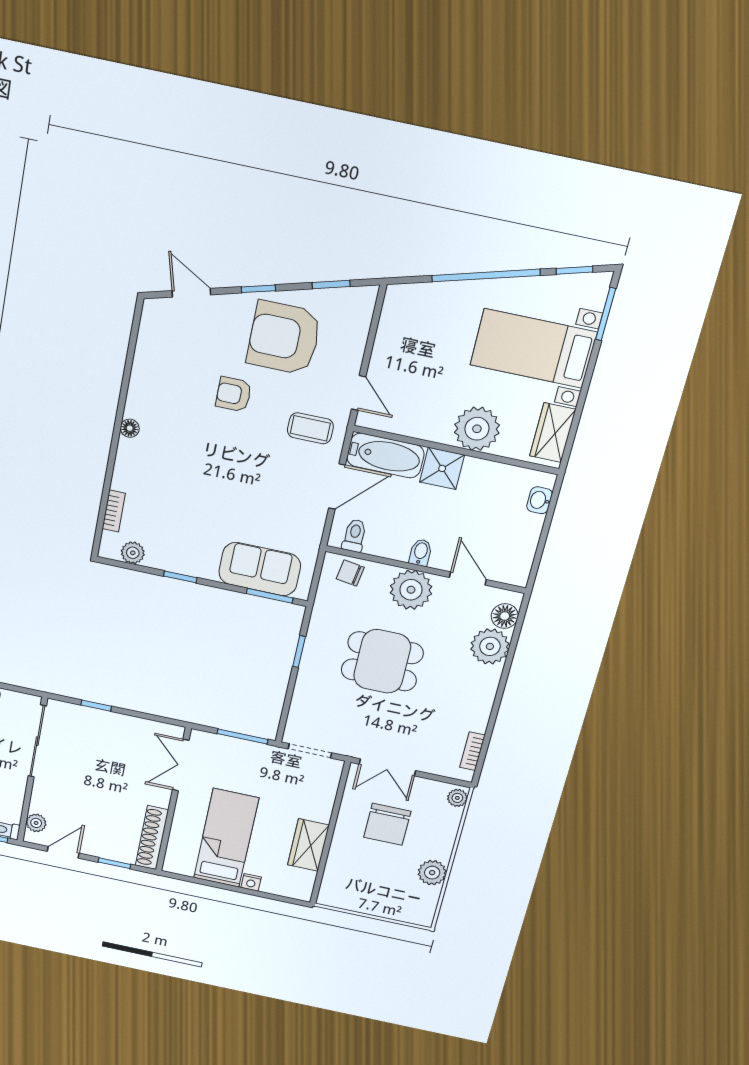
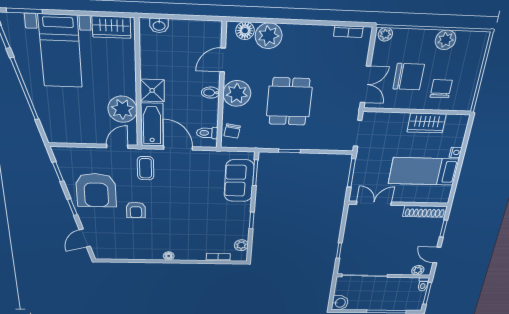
plant: (477, 429) -> (122, 109), moved
double door: (181, 765) -> (374, 203), swing flipped
chair: (359, 865) -> (441, 89), added

